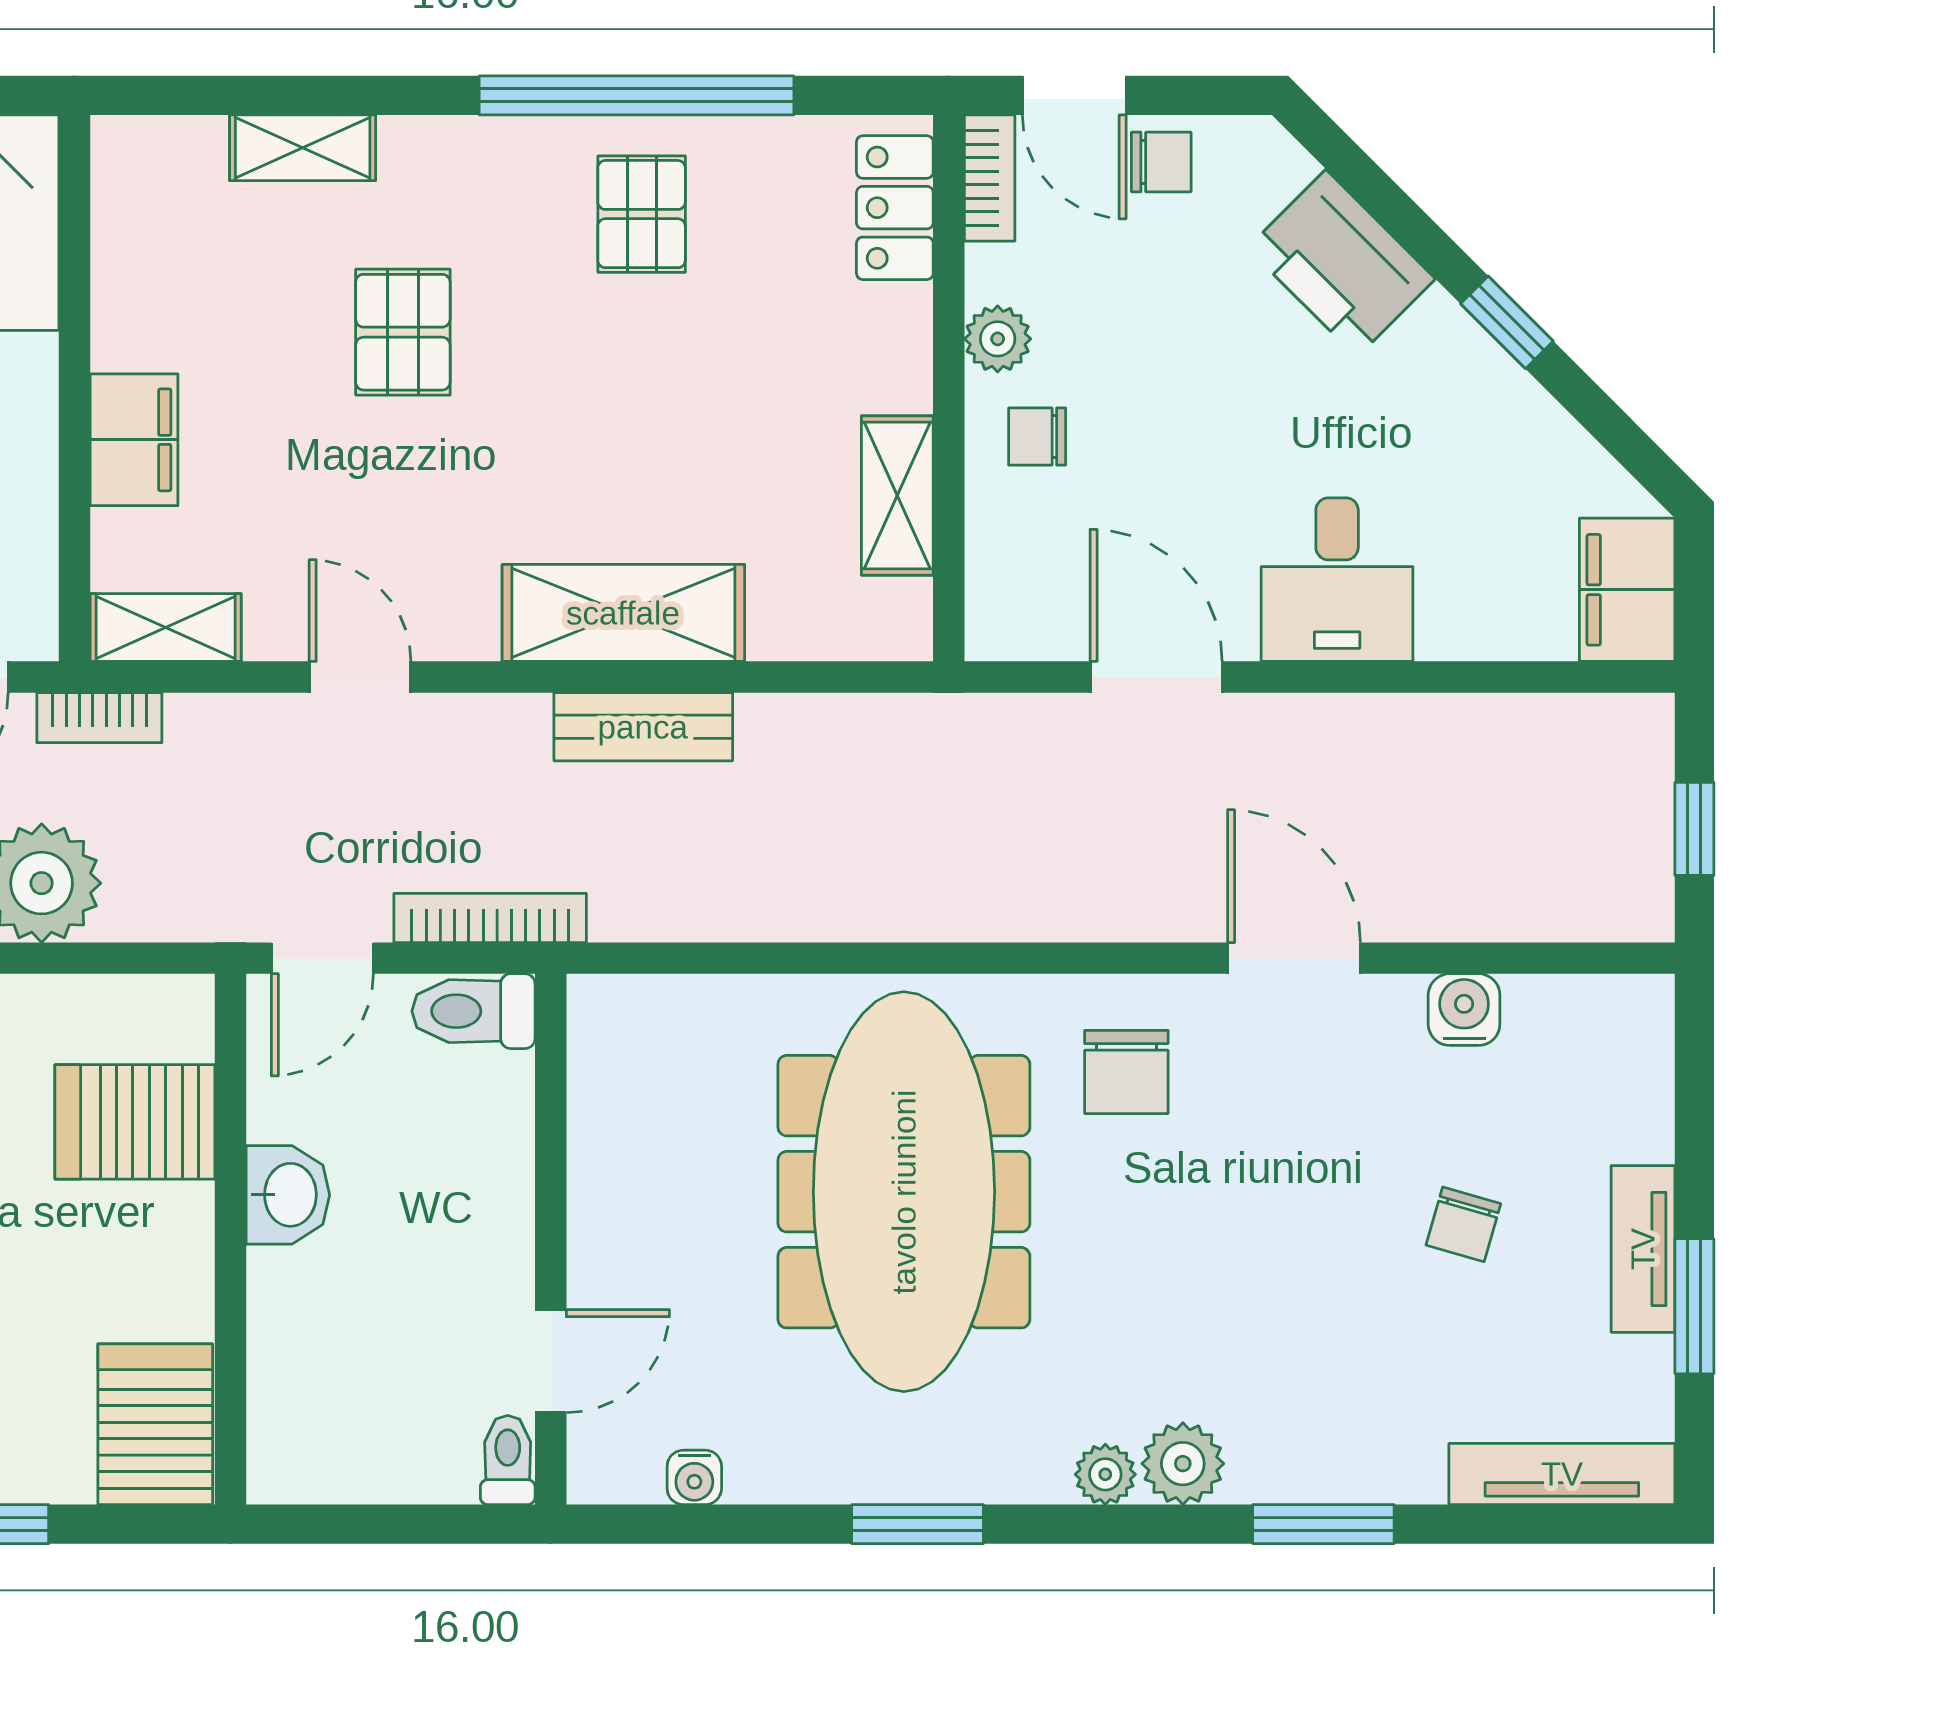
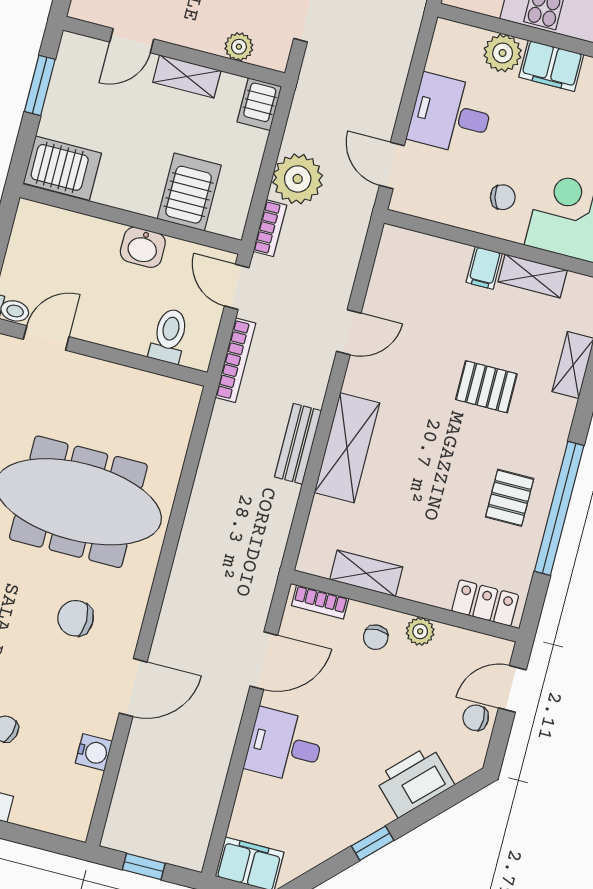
chair: (1161, 162) -> (476, 718), turned 90
bookcase: (990, 178) -> (320, 602), moved
pallet: (642, 214) -> (510, 498), turned 90
chair: (1037, 436) -> (376, 637), turned 180
filing cabinet: (134, 440) -> (484, 268), width x0.50
shelving: (166, 627) -> (533, 276), moved, turned 90
bookcase: (99, 718) -> (270, 228), moved, turned 180
toilet: (473, 1011) -> (169, 336), moved
chair: (1126, 1072) -> (76, 618), moved
door: (551, 1361) -> (46, 338), swing flipped

